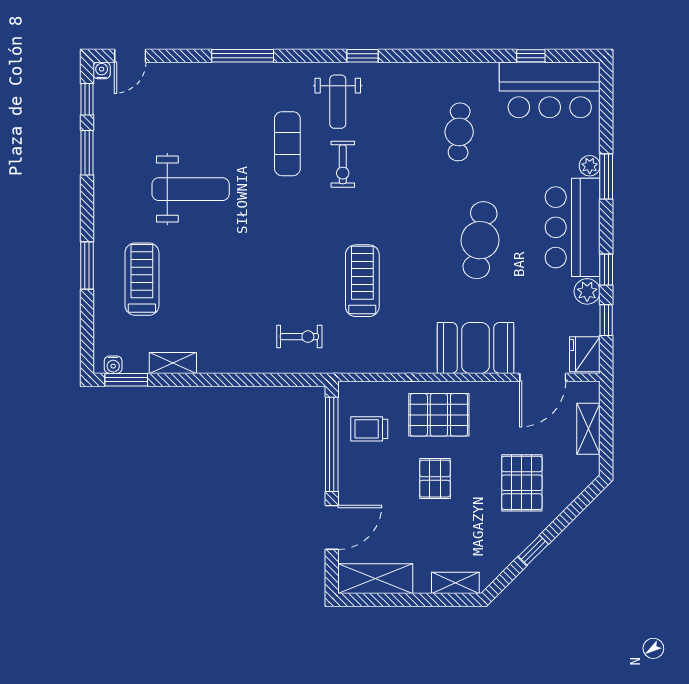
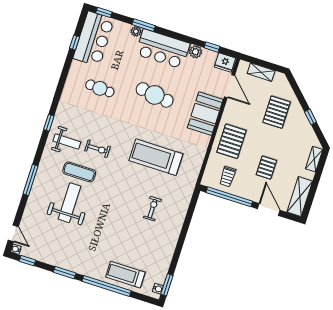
window: (87, 153) -> (65, 273), moved
weight bench: (191, 189) -> (69, 203), moved
window: (87, 266) -> (107, 286), width x2.11
window: (606, 270) -> (104, 12), moved
treadmill: (142, 279) -> (125, 275), moved
treadmill: (362, 281) -> (156, 157), width x1.37, depth x1.38
exercise bike: (299, 337) -> (152, 209), moved
shelving: (173, 363) -> (166, 260), removed
pallet: (435, 479) -> (266, 168), moved, turned 90
pallet: (522, 483) -> (277, 112), turned 90

